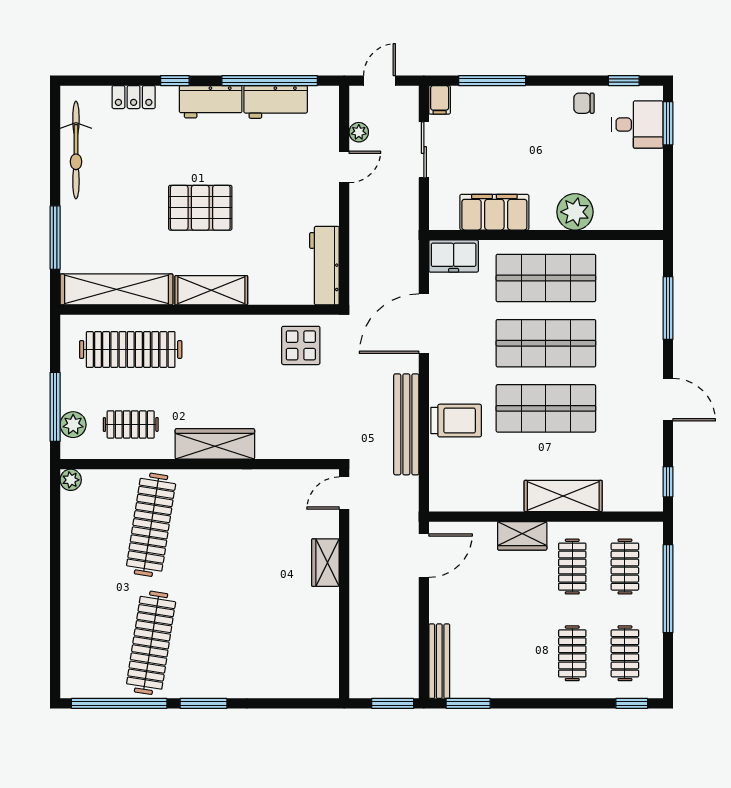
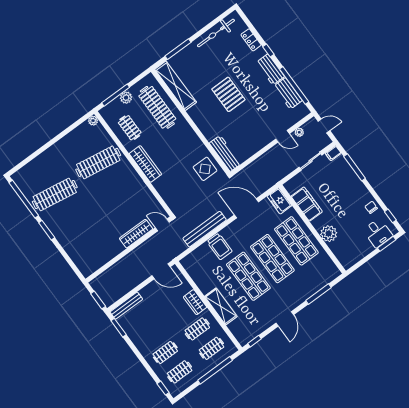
workbench: (324, 266) -> (225, 153), moved, turned 90
shelving: (211, 290) -> (201, 121), removed
plant: (73, 425) -> (126, 98), moved
wardrobe: (325, 563) -> (136, 234), width x1.50

